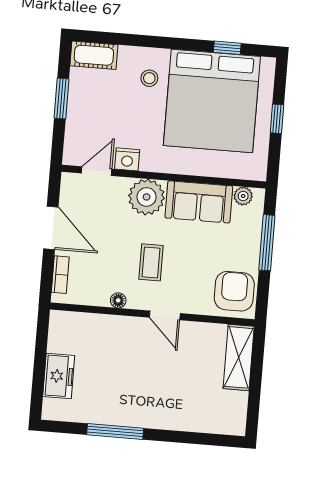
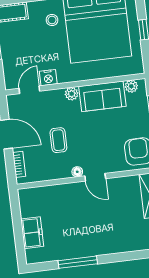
plant: (147, 197) -> (72, 94), width x0.53, depth x0.53
coffee table: (151, 262) -> (58, 140), moved
floor lamp: (118, 300) -> (77, 172), moved

